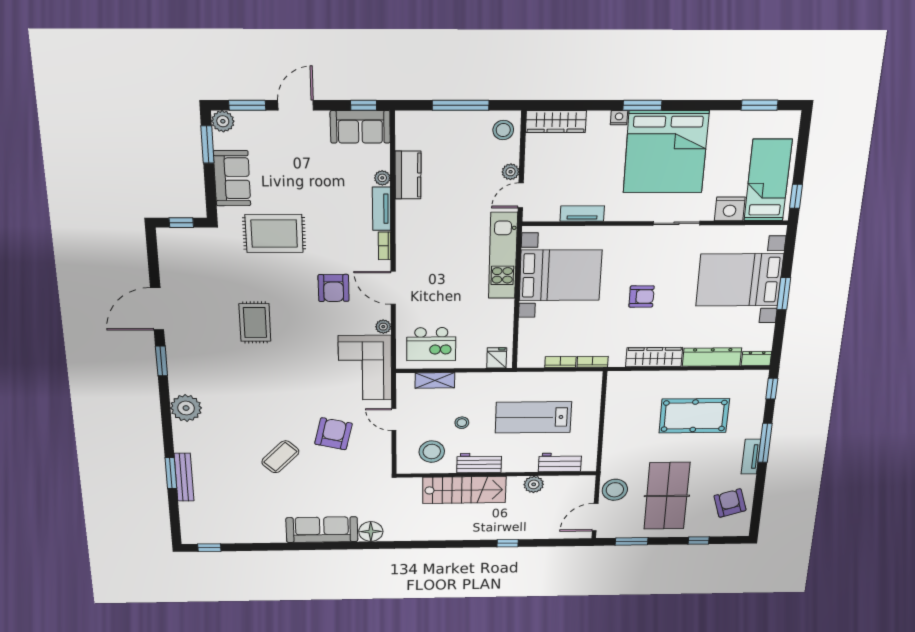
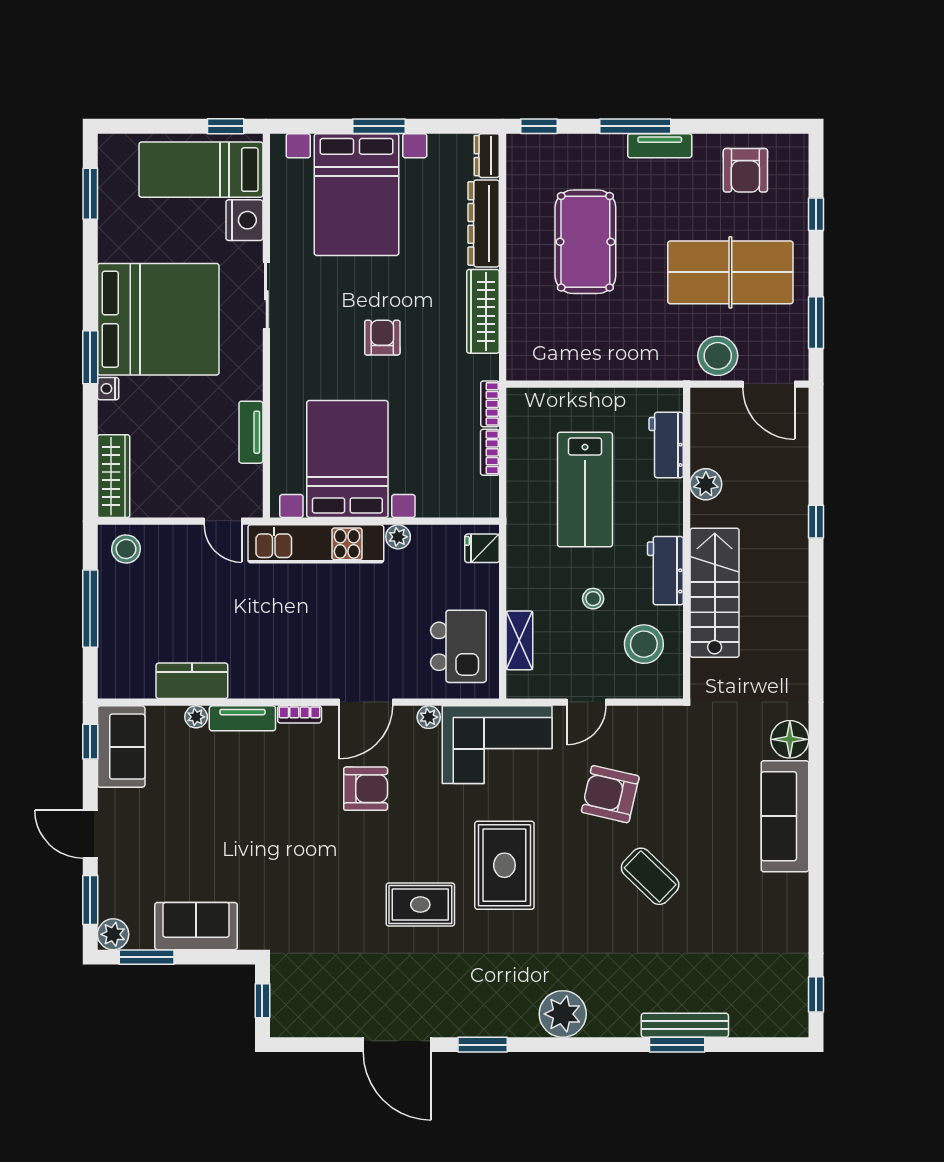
plant: (511, 172) -> (398, 537), moved
rug: (274, 234) -> (504, 865), moved
armchair: (730, 503) -> (745, 170), turned -73

